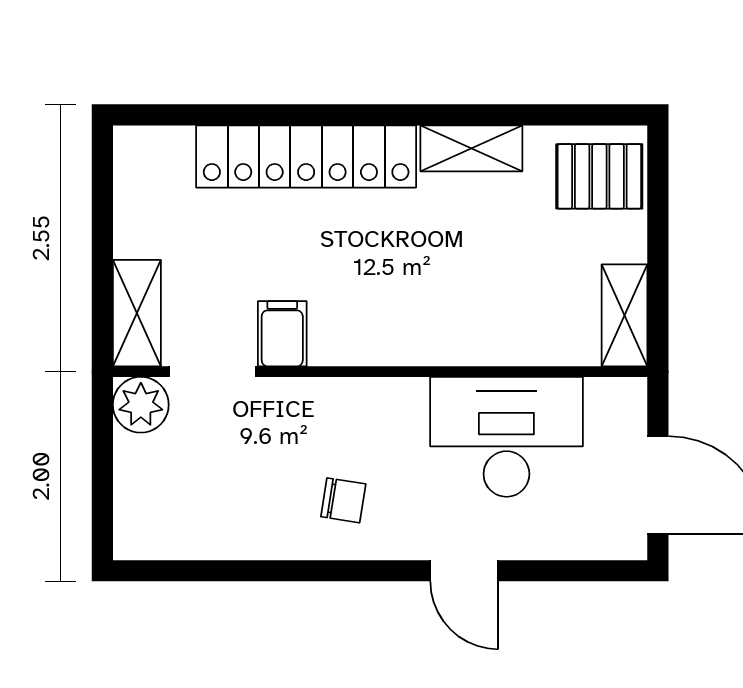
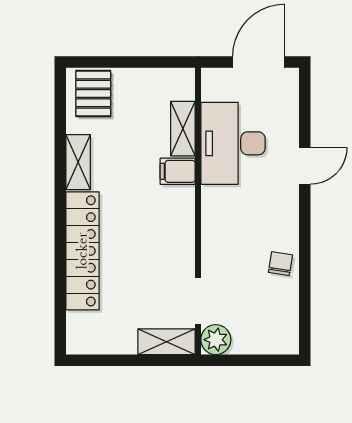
shelving: (624, 315) -> (183, 129), moved, turned 90
filing cabinet: (282, 334) -> (178, 171), moved
chair: (343, 500) -> (280, 264), moved

